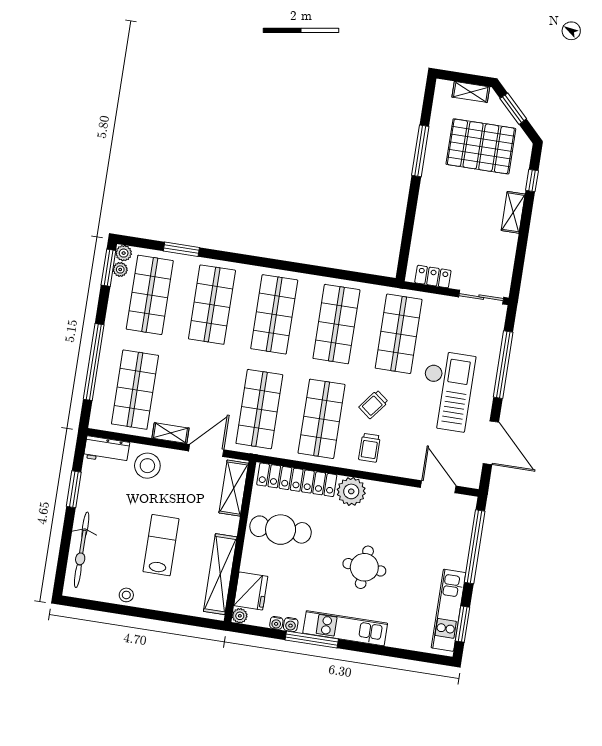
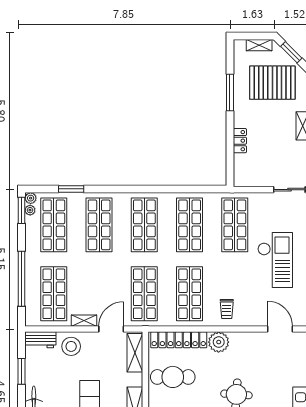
locker: (433, 277) -> (240, 141), moved, turned 90
trolley: (374, 404) -> (225, 278), removed

